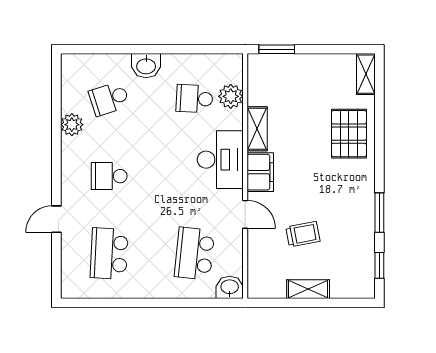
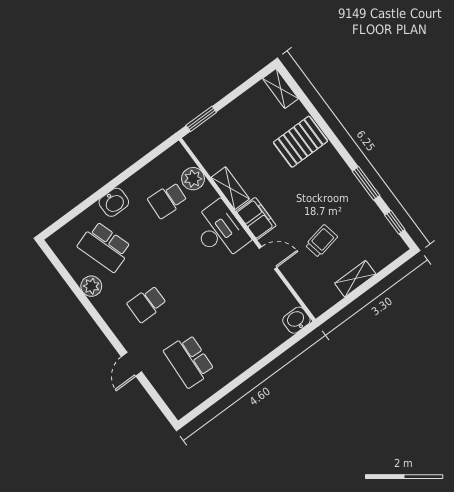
school desk: (109, 99) -> (105, 247), width x1.85
pallet: (349, 134) -> (301, 142), turned 90
school desk: (194, 254) -> (252, 314), removed

